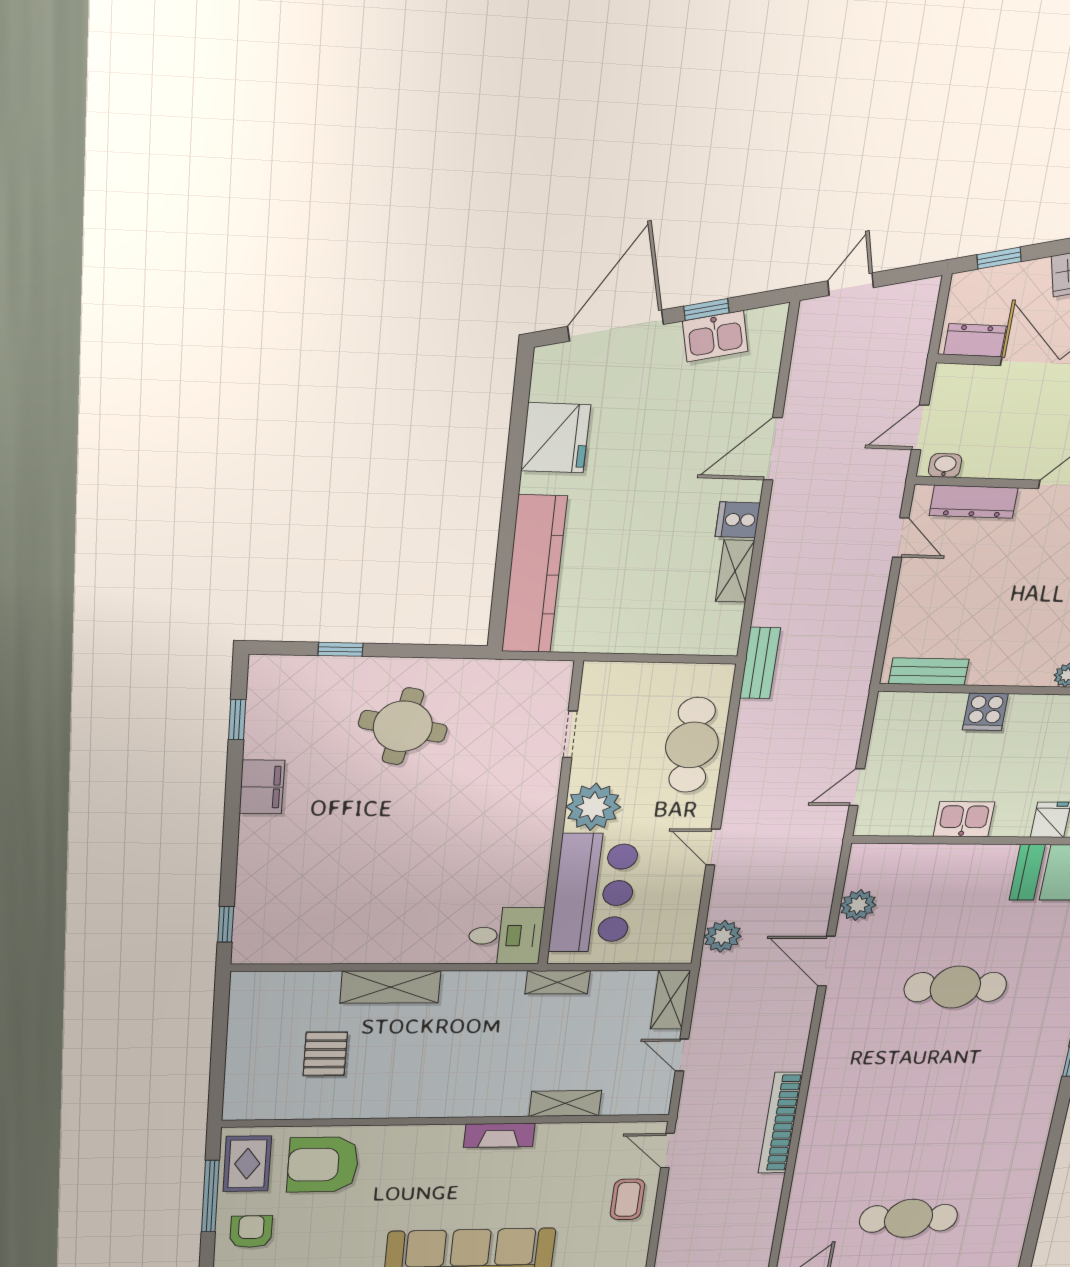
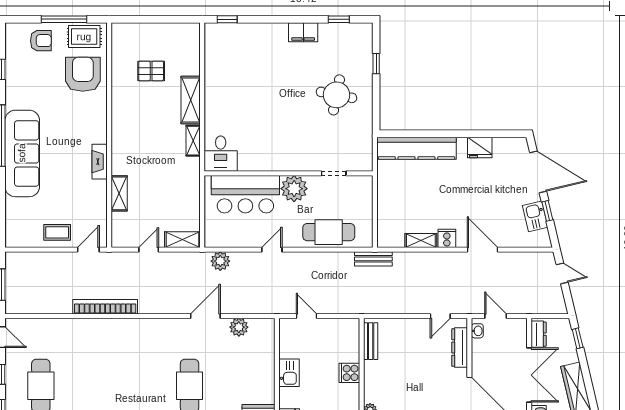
fridge: (556, 438) -> (480, 148), width x0.73, depth x0.75
shelving: (558, 982) -> (193, 141), moved

